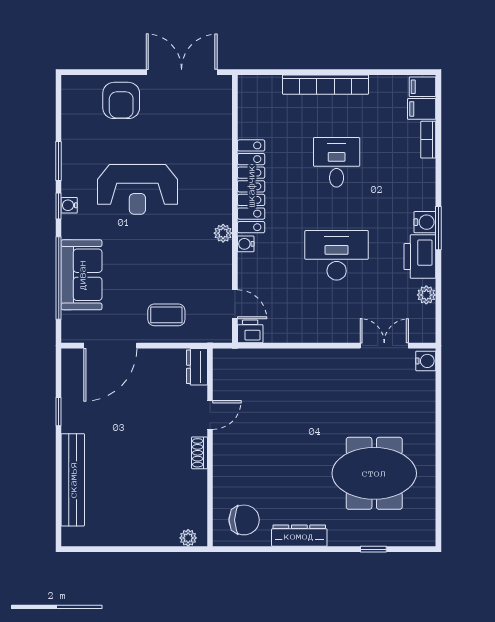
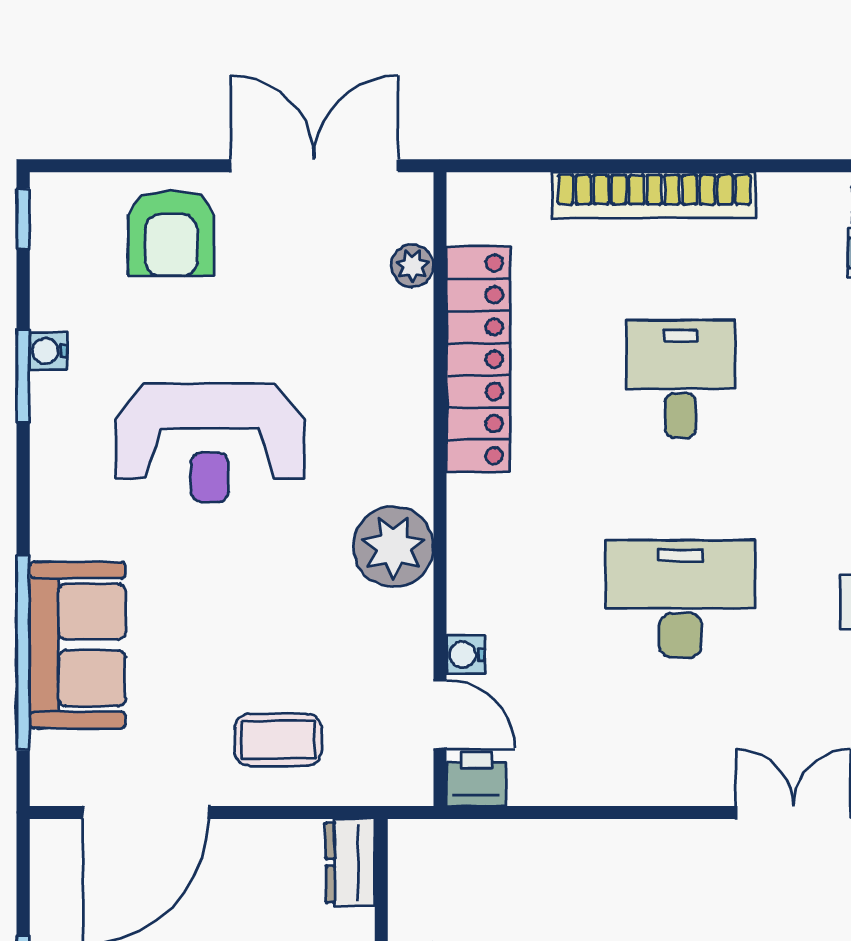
plant: (223, 114) -> (412, 266), added
locker: (251, 186) -> (478, 359), moved
water cooler: (69, 205) -> (48, 351), moved
window: (59, 206) -> (23, 219), moved
plant: (223, 233) -> (393, 547), width x1.87, depth x1.87
water cooler: (246, 244) -> (466, 655), moved

